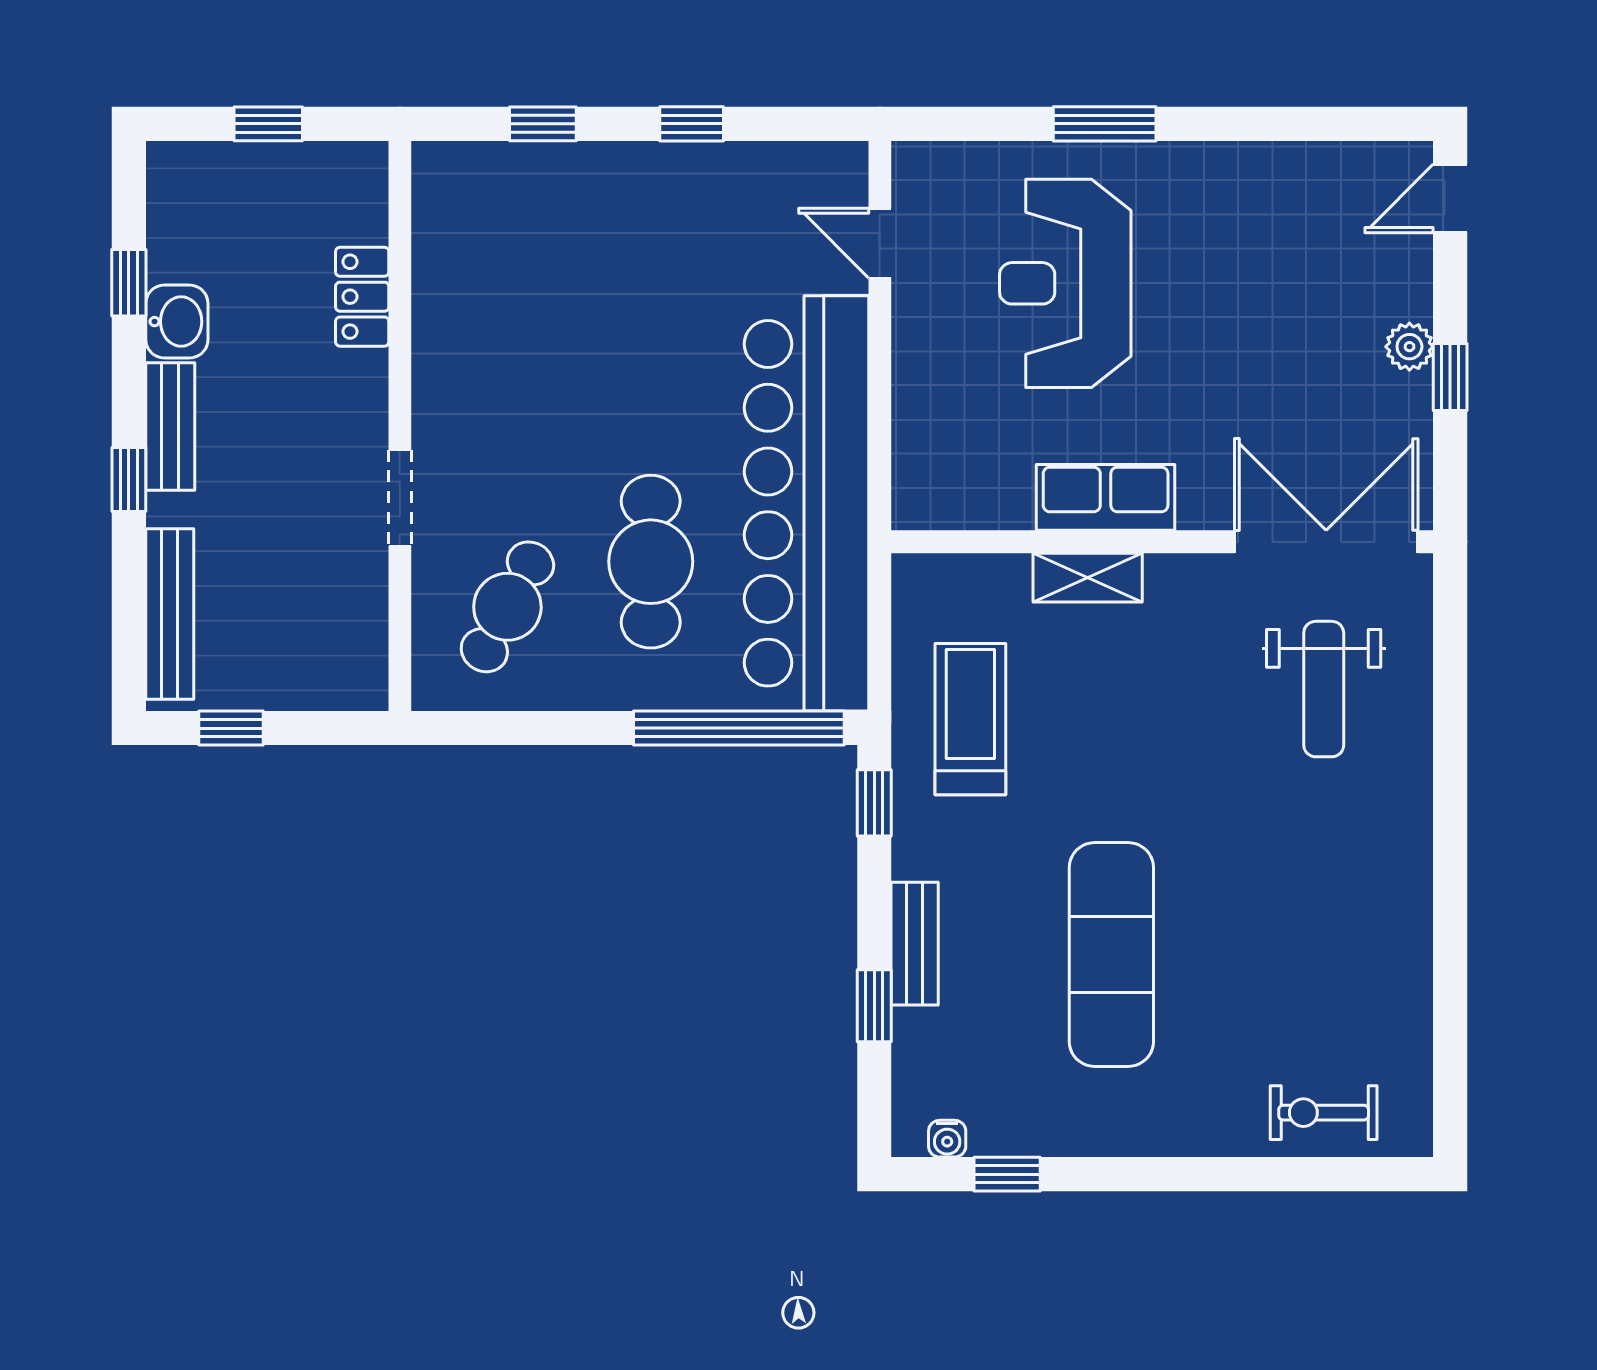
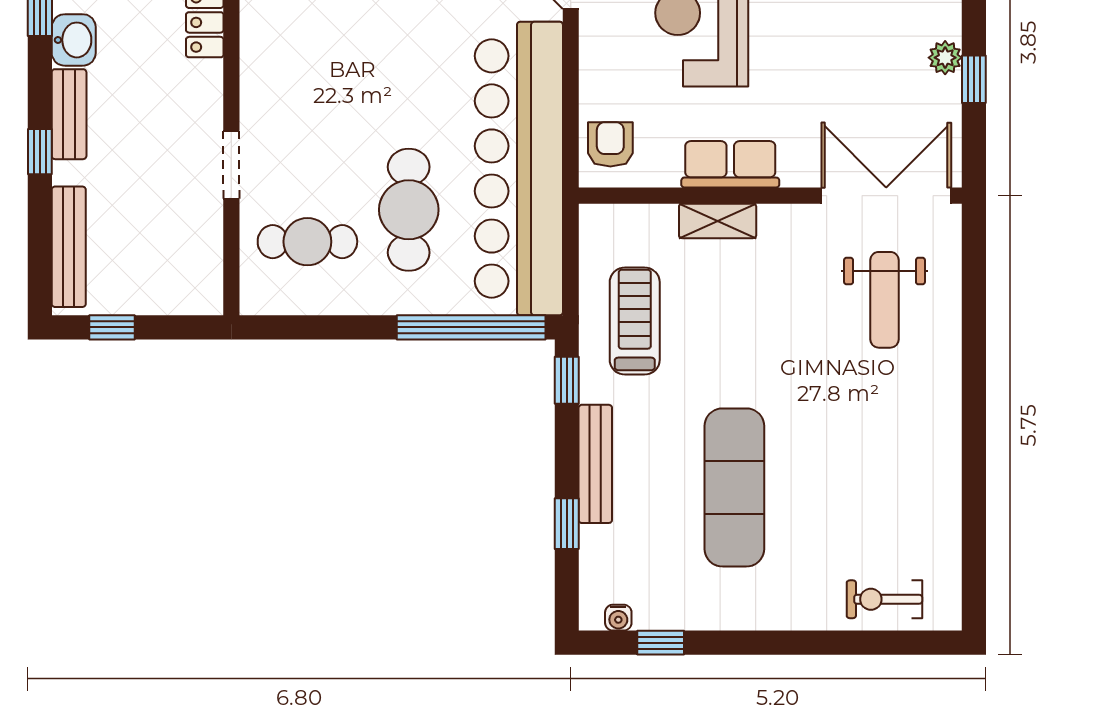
armchair: (936, 469) -> (610, 144), added
cafe table: (507, 607) -> (307, 242), turned 62
bench: (915, 944) -> (595, 464), width x1.36

